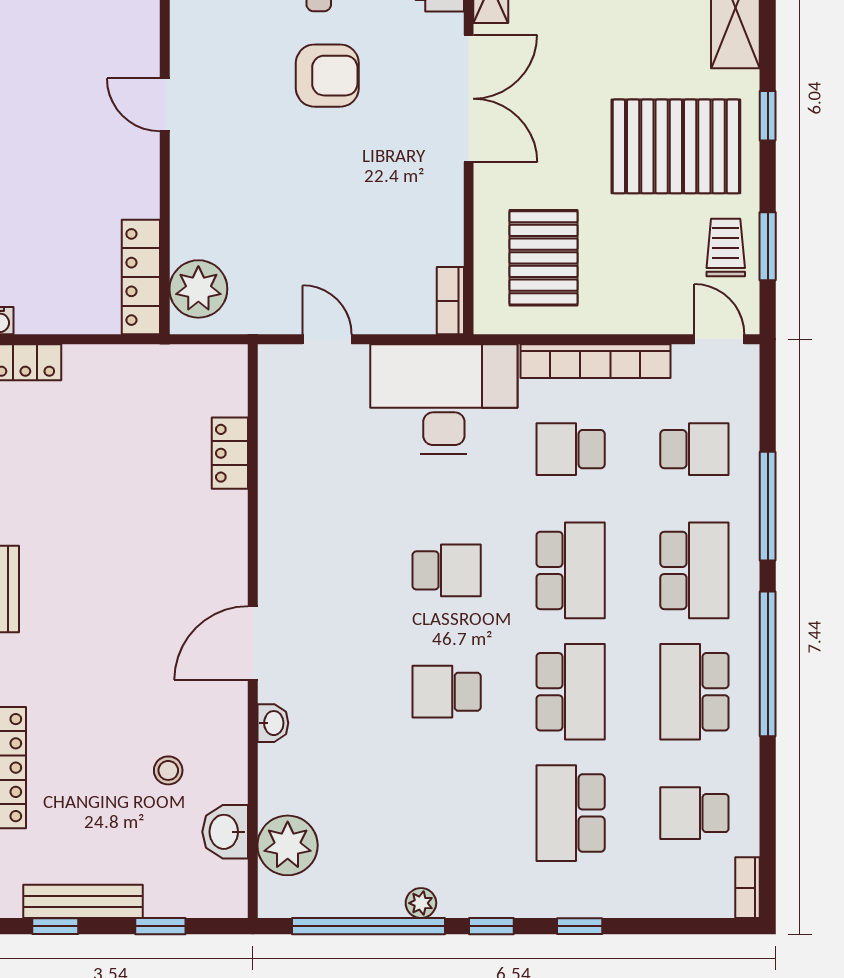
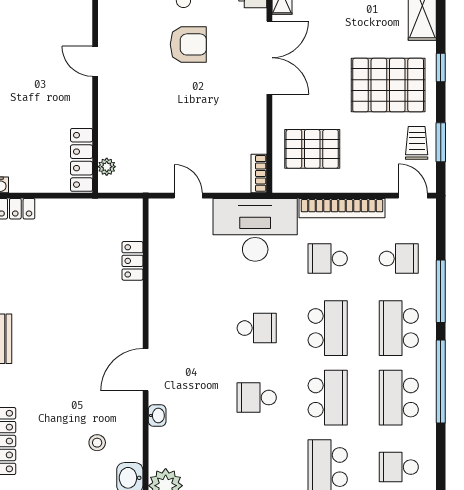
pallet: (544, 258) -> (312, 149), turned 90
plant: (198, 289) -> (107, 167), width x0.53, depth x0.53
school desk: (694, 570) -> (399, 328), turned 180

